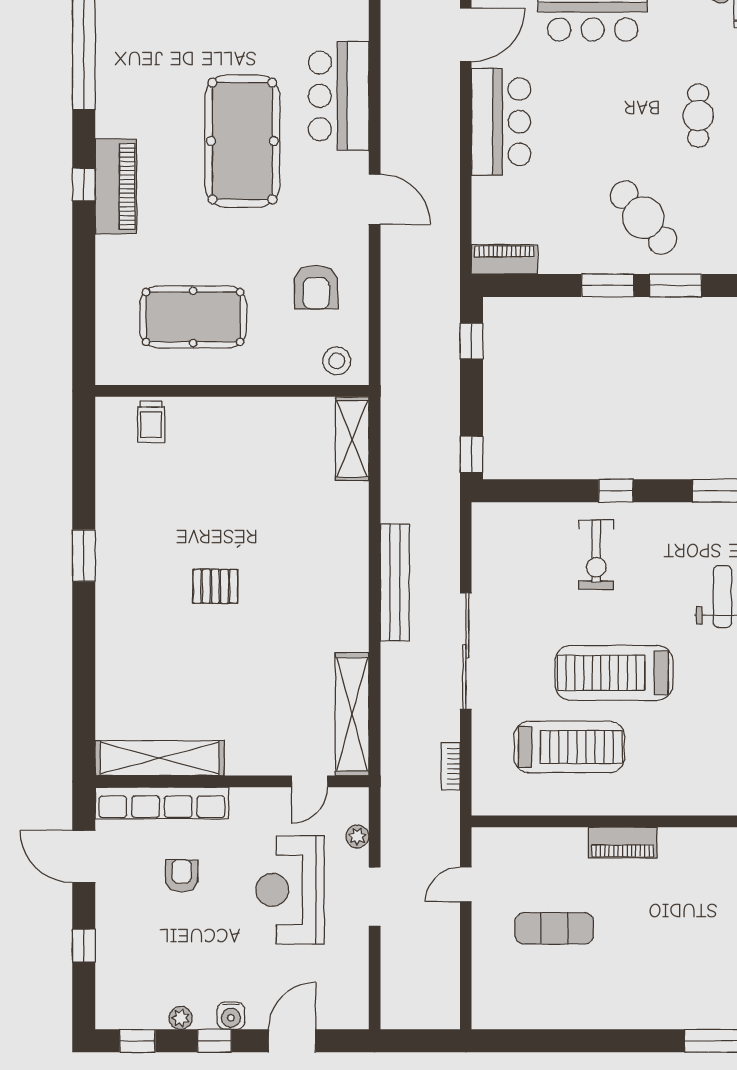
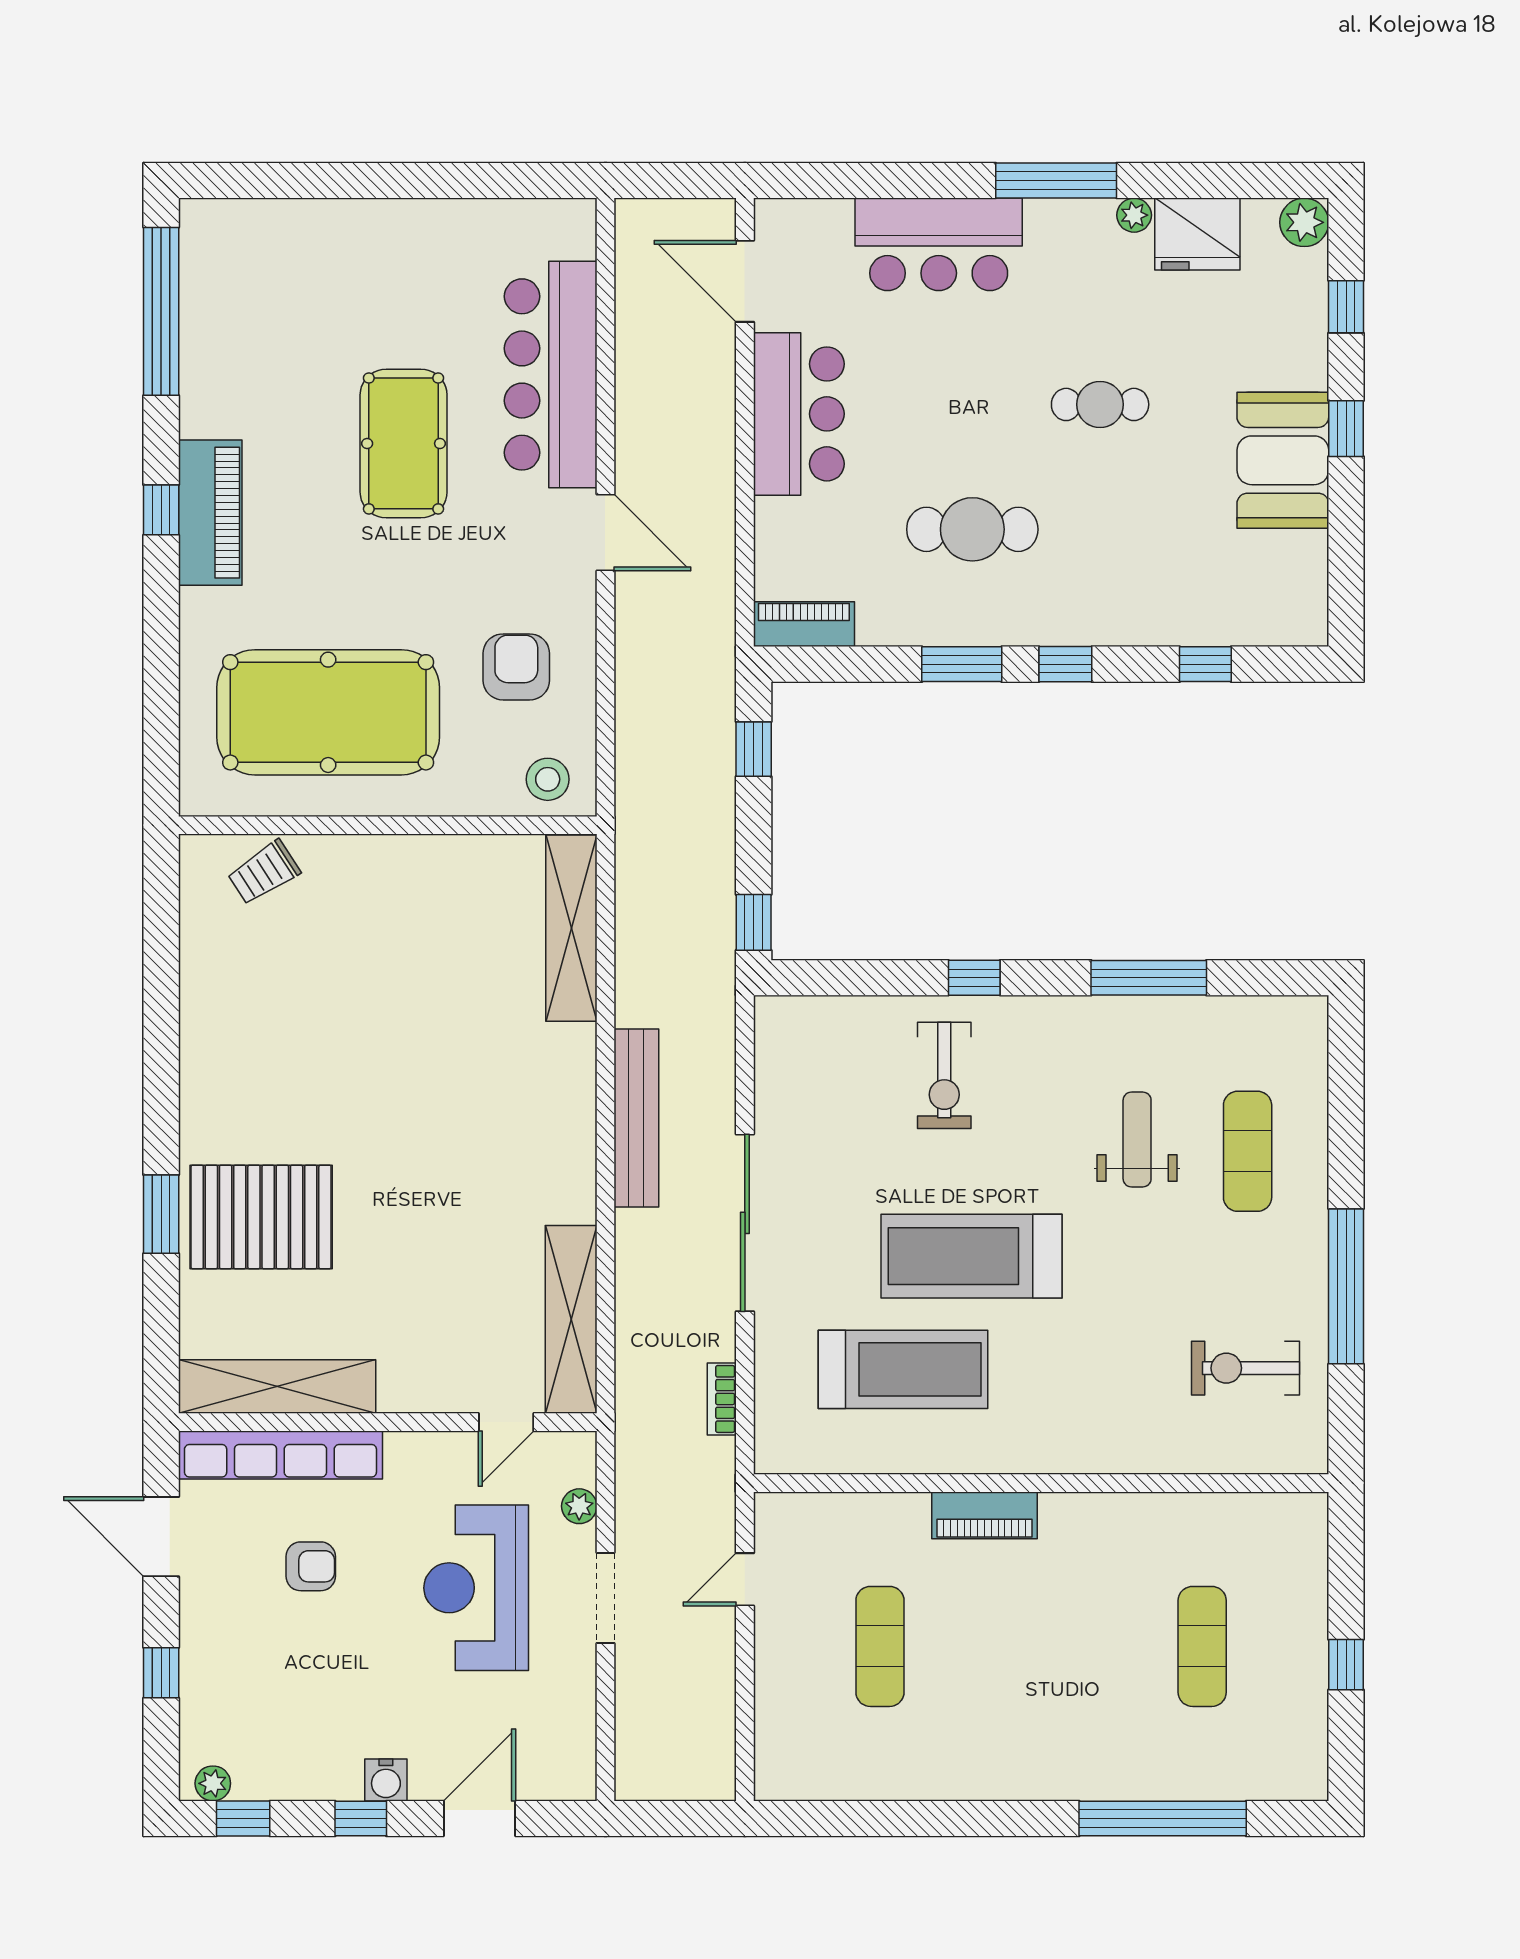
door: (466, 35) -> (745, 281), swing flipped
bar counter: (339, 96) -> (551, 374), width x1.36
cafe table: (698, 116) -> (1100, 404), turned 90
pool table: (242, 141) -> (404, 443), width x0.73, depth x0.76
cafe table: (643, 218) -> (972, 529), moved, turned -50
window: (676, 285) -> (1065, 664), width x0.67
armchair: (316, 287) -> (516, 667), turned 180
pool table: (193, 317) -> (328, 712), width x1.36, depth x1.32
trolley: (151, 422) -> (264, 873), turned 57
shelving: (352, 439) -> (571, 928), width x1.47
window: (84, 556) -> (161, 1214), moved
pallet: (215, 586) -> (261, 1217), moved, width x2.05, depth x2.00
armchair: (182, 876) -> (311, 1566), turned 90
exercise mat: (554, 928) -> (880, 1646), turned 90
plant: (181, 1018) -> (213, 1783), moved

